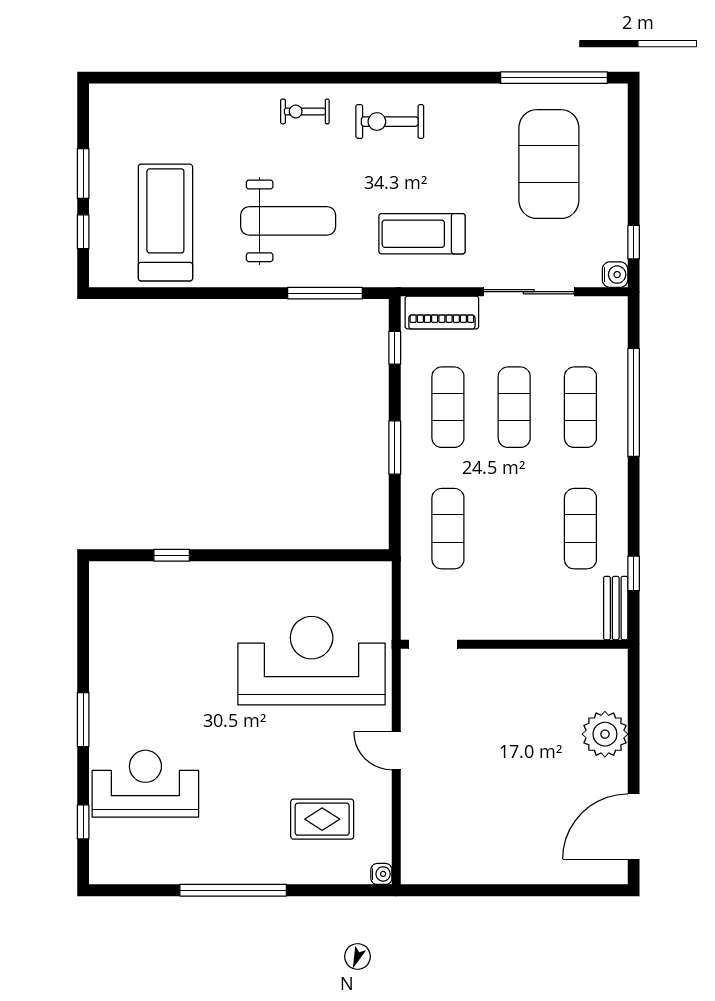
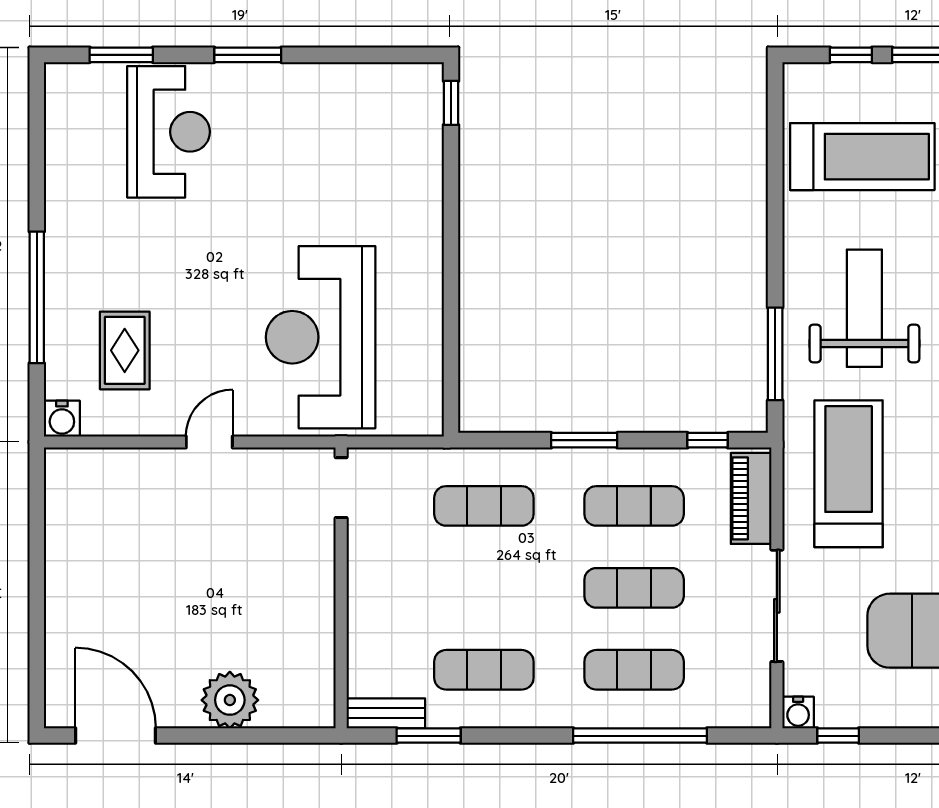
weight bench: (288, 221) -> (864, 308), turned 180
treadmill: (422, 234) -> (849, 474), width x1.37, depth x1.38
window: (172, 555) -> (451, 103), moved
window: (634, 573) -> (429, 736), width x1.50
reception desk: (312, 661) -> (321, 337), turned 180
window: (83, 822) -> (121, 55), width x1.50
water cooler: (381, 874) -> (62, 419), width x1.38, depth x1.38
window: (233, 890) -> (37, 297), moved

